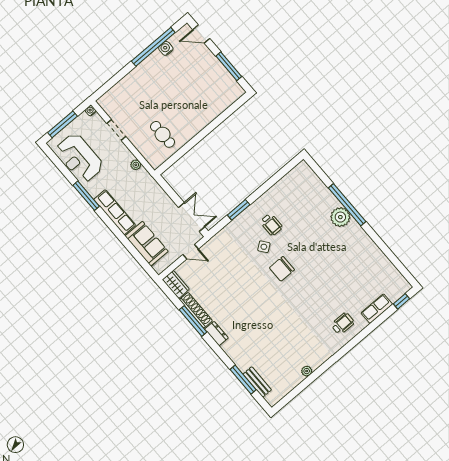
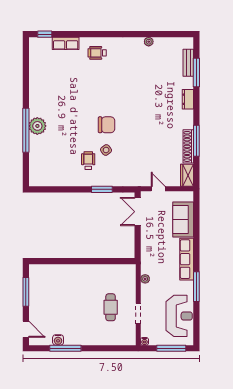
window: (153, 47) -> (65, 348), width x0.68
cafe table: (163, 134) -> (111, 307), moved
dresser: (216, 334) -> (188, 99), moved

